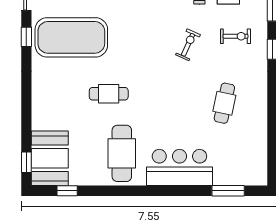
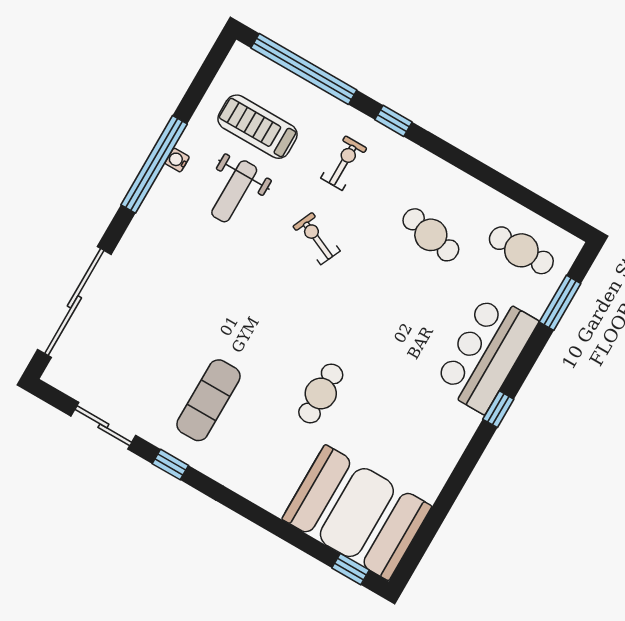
exercise mat: (71, 37) -> (208, 400), width x0.50, depth x0.69
cafe table: (122, 153) -> (521, 250), moved, width x0.73, depth x0.74
booth: (50, 158) -> (357, 513), width x1.36, depth x1.42
window: (67, 191) -> (498, 409), moved

